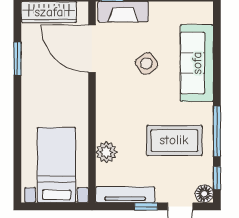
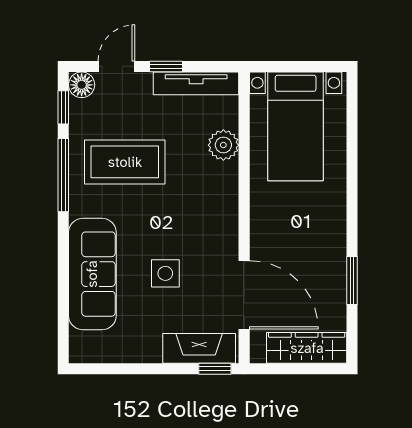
side table: (146, 63) -> (165, 273), turned 35

